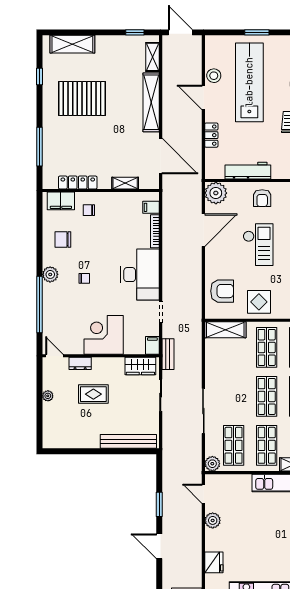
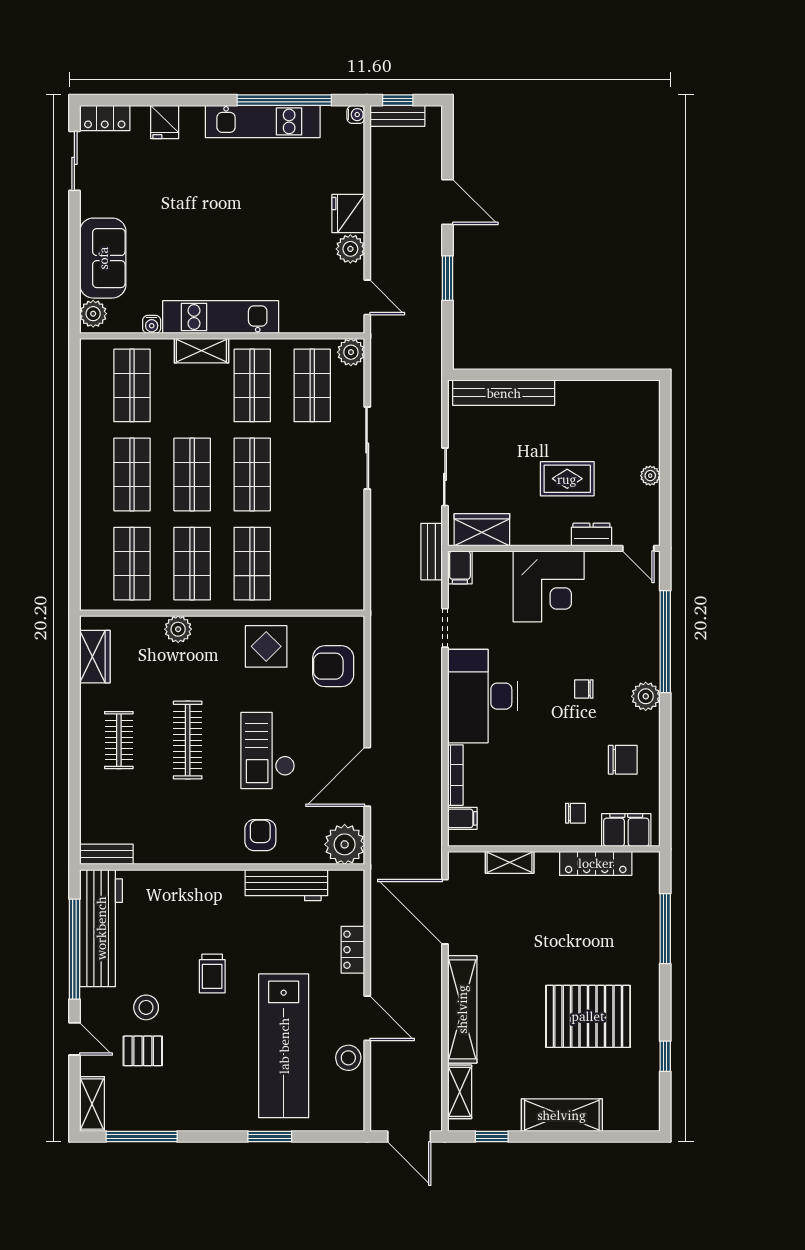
shelving: (72, 44) -> (562, 1115), moved
shelving: (225, 330) -> (327, 596), removed
fridge: (214, 562) -> (348, 214), moved

